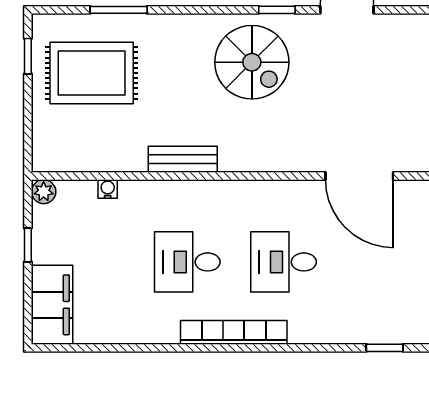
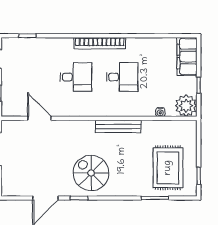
rug: (92, 73) -> (168, 168), turned 90
bench: (183, 159) -> (118, 126), width x1.36
door: (359, 176) -> (39, 118), width x0.73
plant: (44, 192) -> (186, 106), width x1.87, depth x1.87

